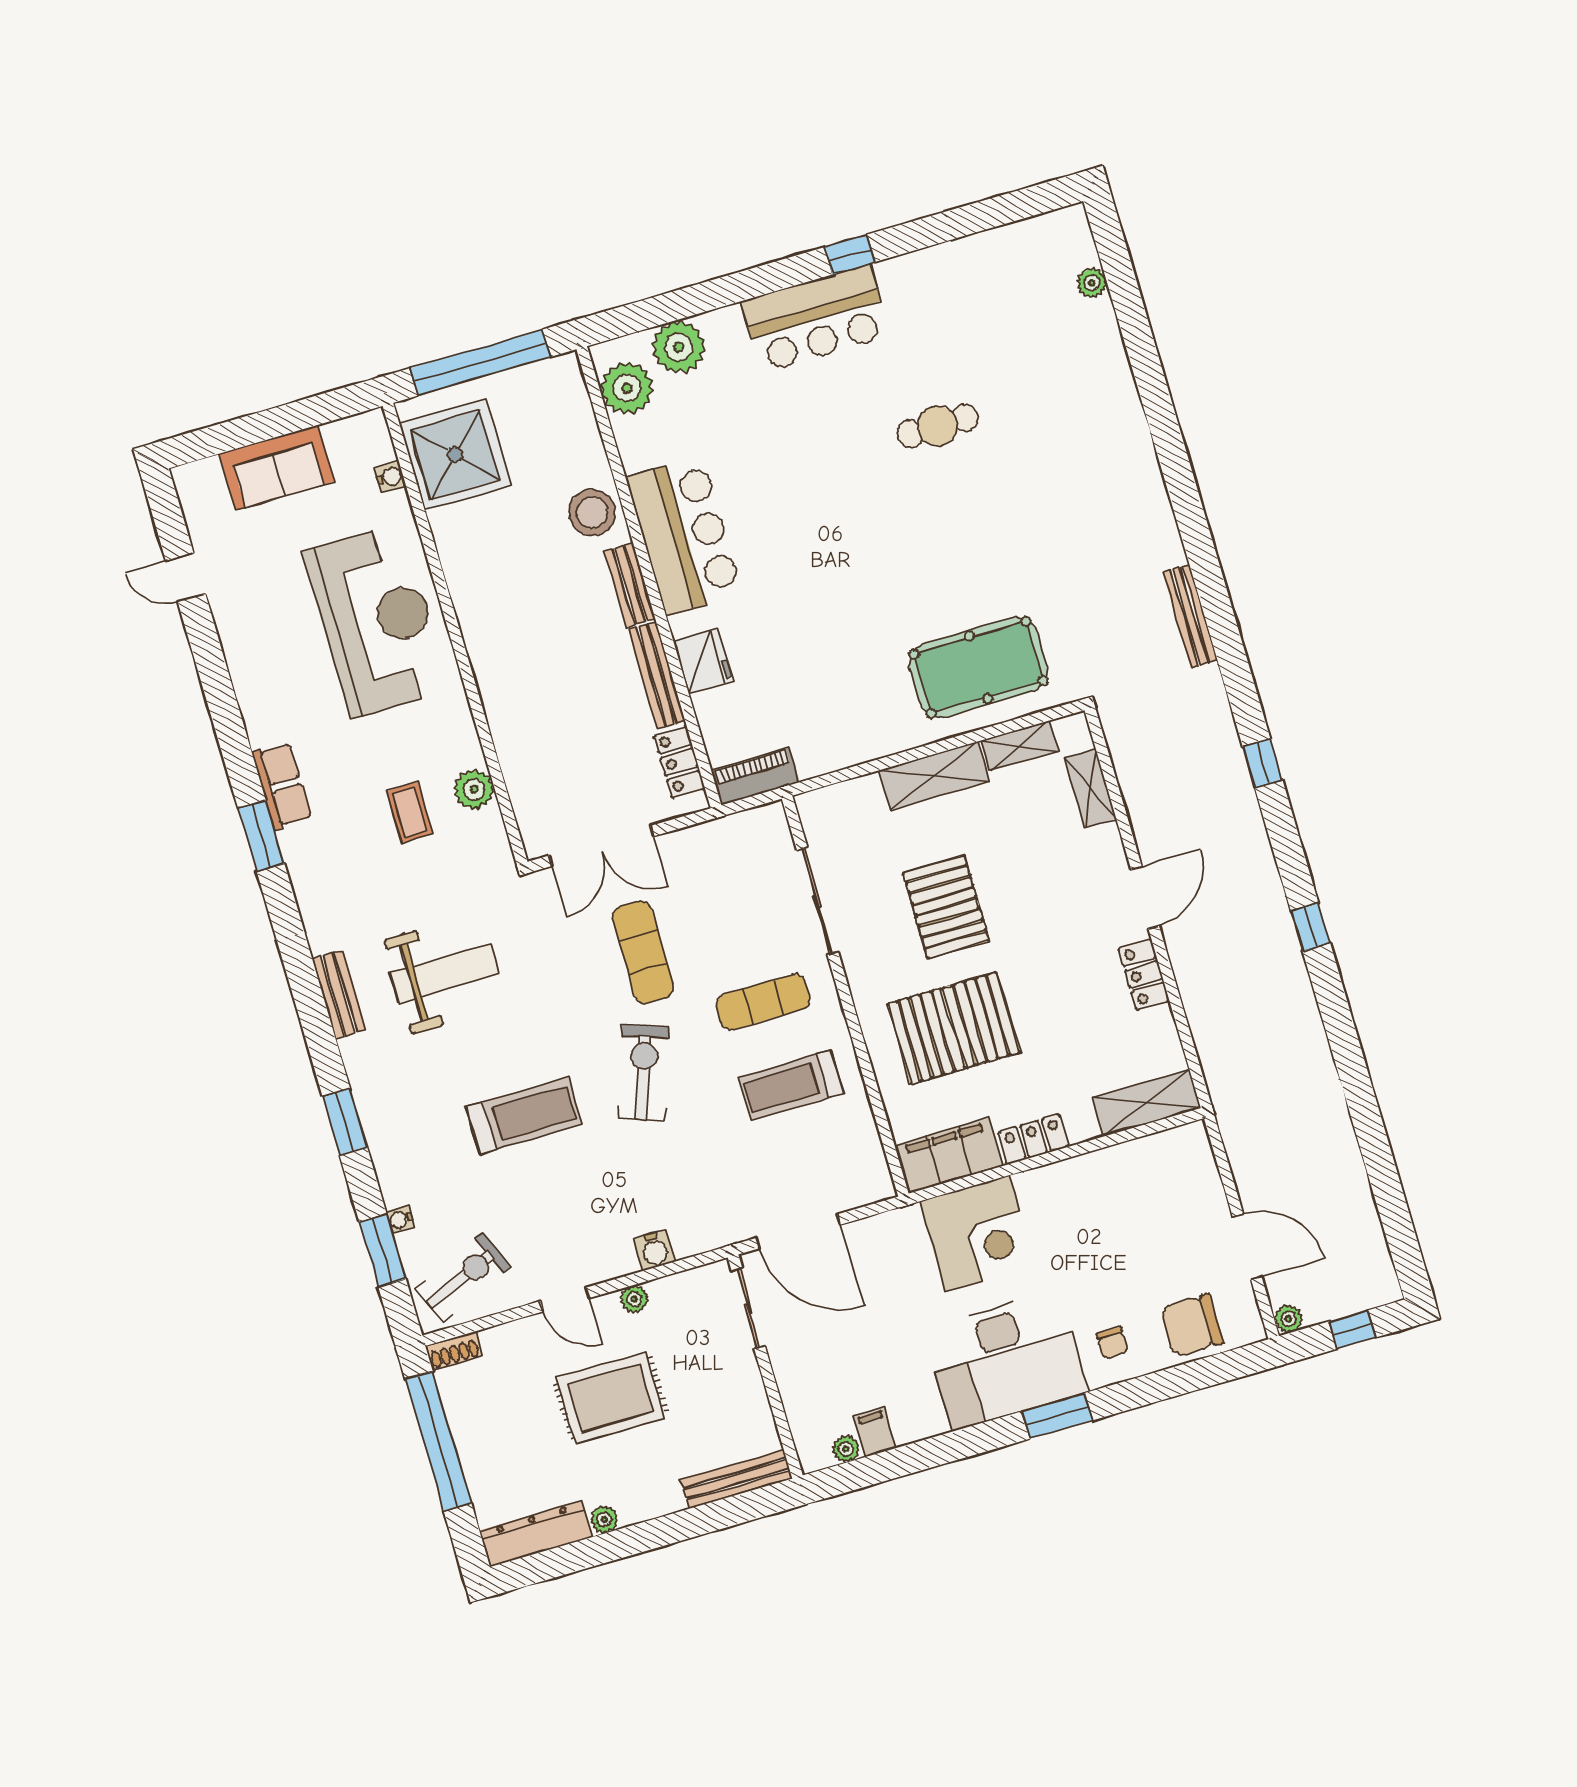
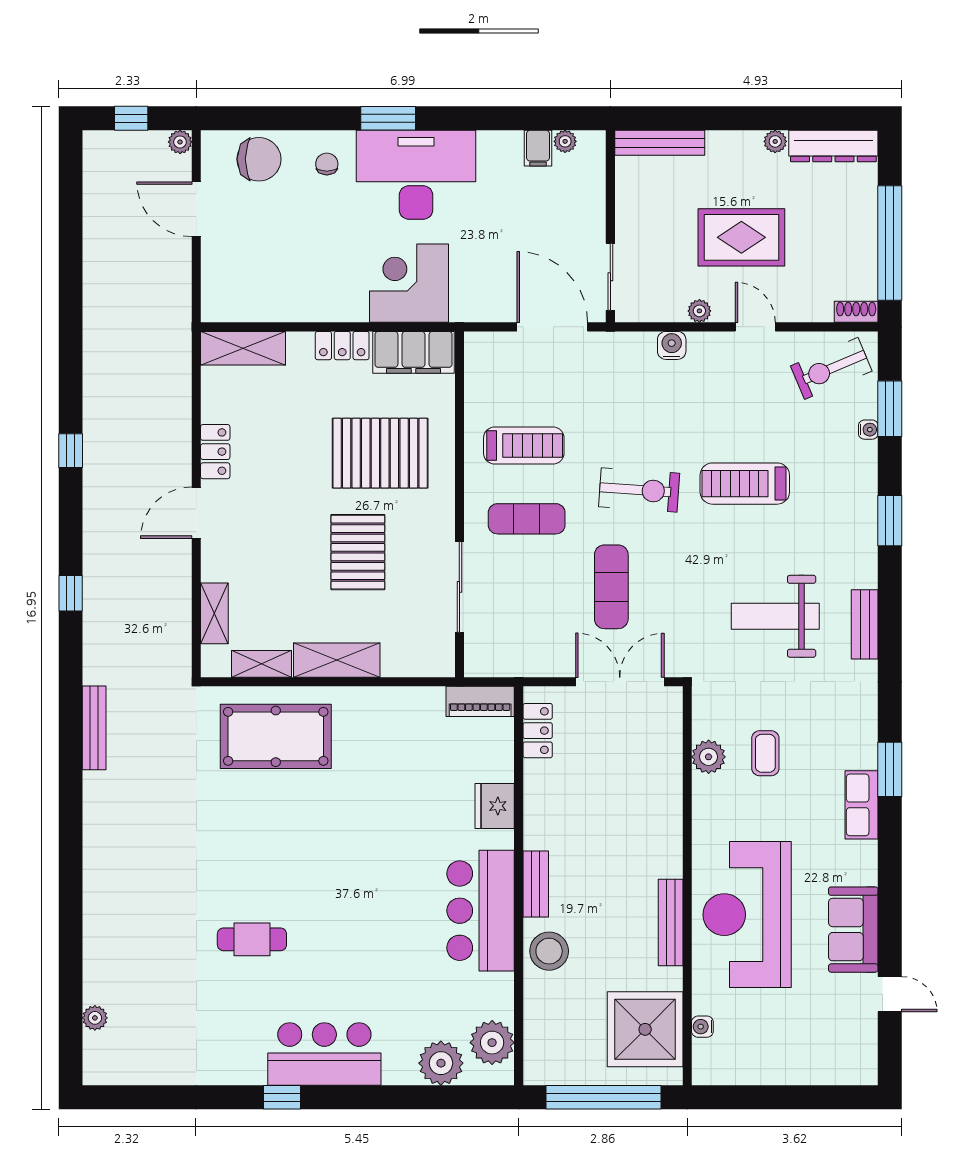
sofa: (277, 468) -> (853, 930), moved, turned -90
bench: (657, 675) -> (671, 922), moved
exercise bike: (643, 1073) -> (639, 490), turned -105

